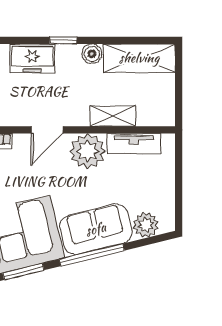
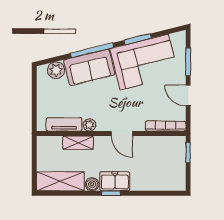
freezer: (32, 58) -> (115, 181), moved
door: (47, 130) -> (122, 134), swing flipped
plant: (88, 151) -> (89, 125), width x0.53, depth x0.53

